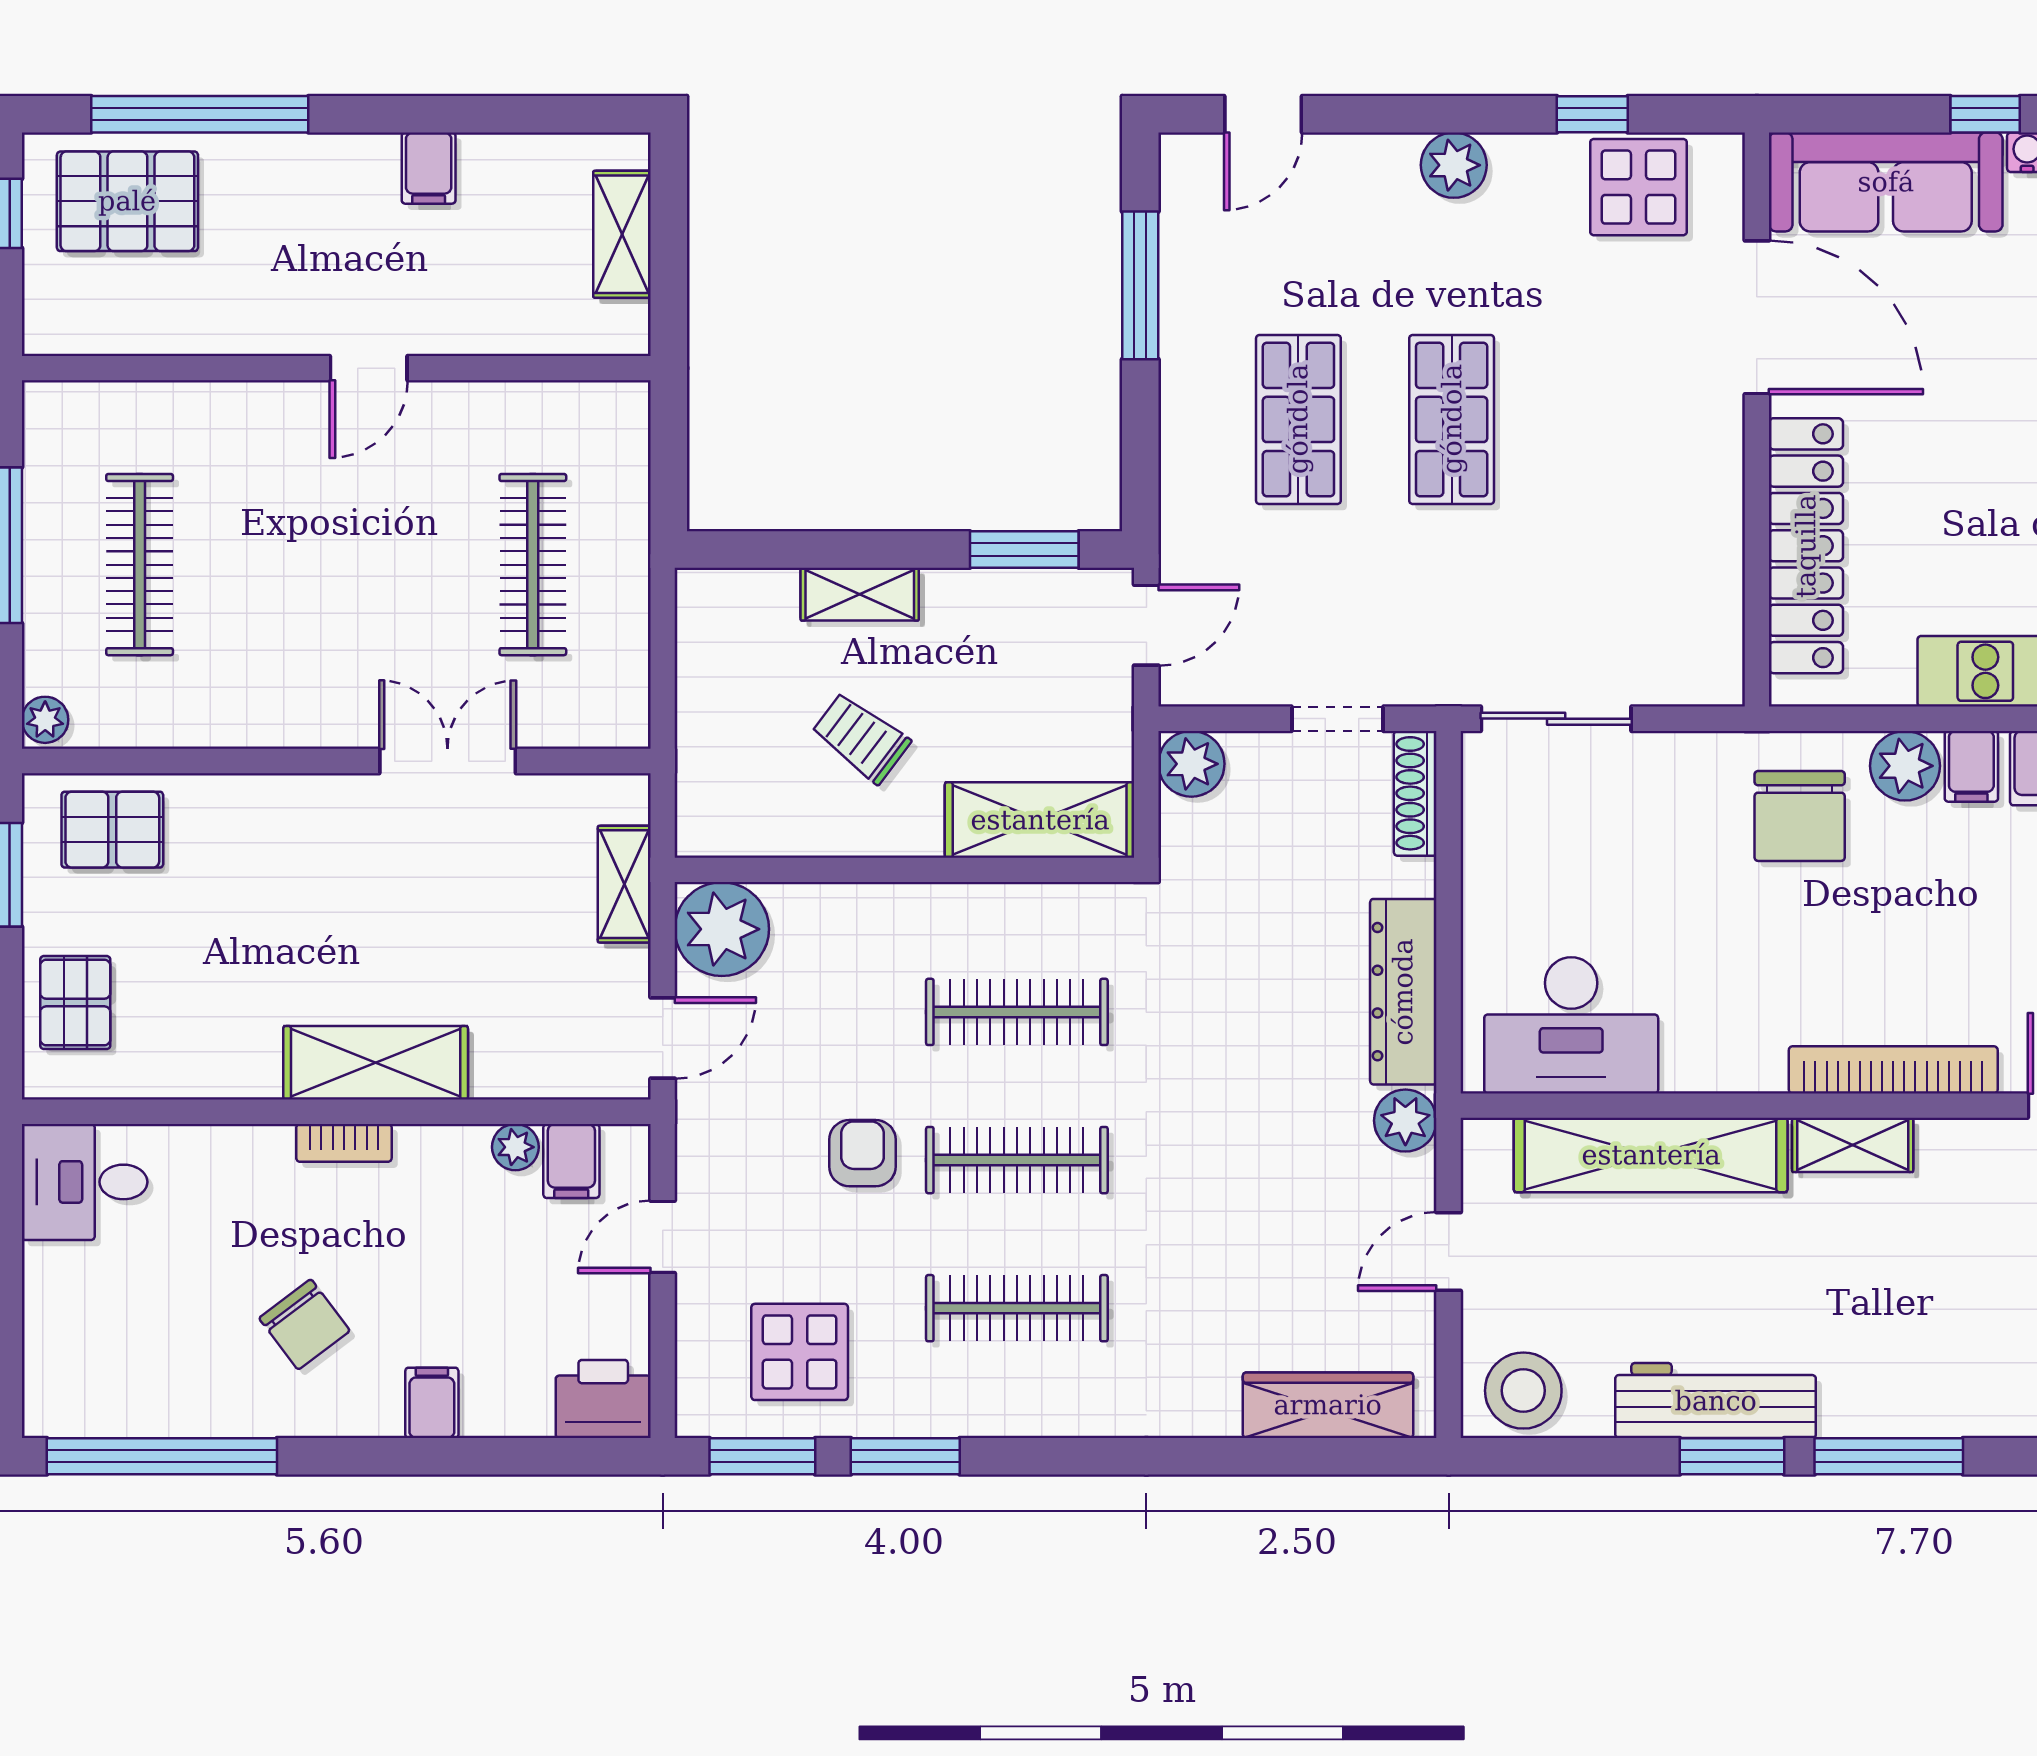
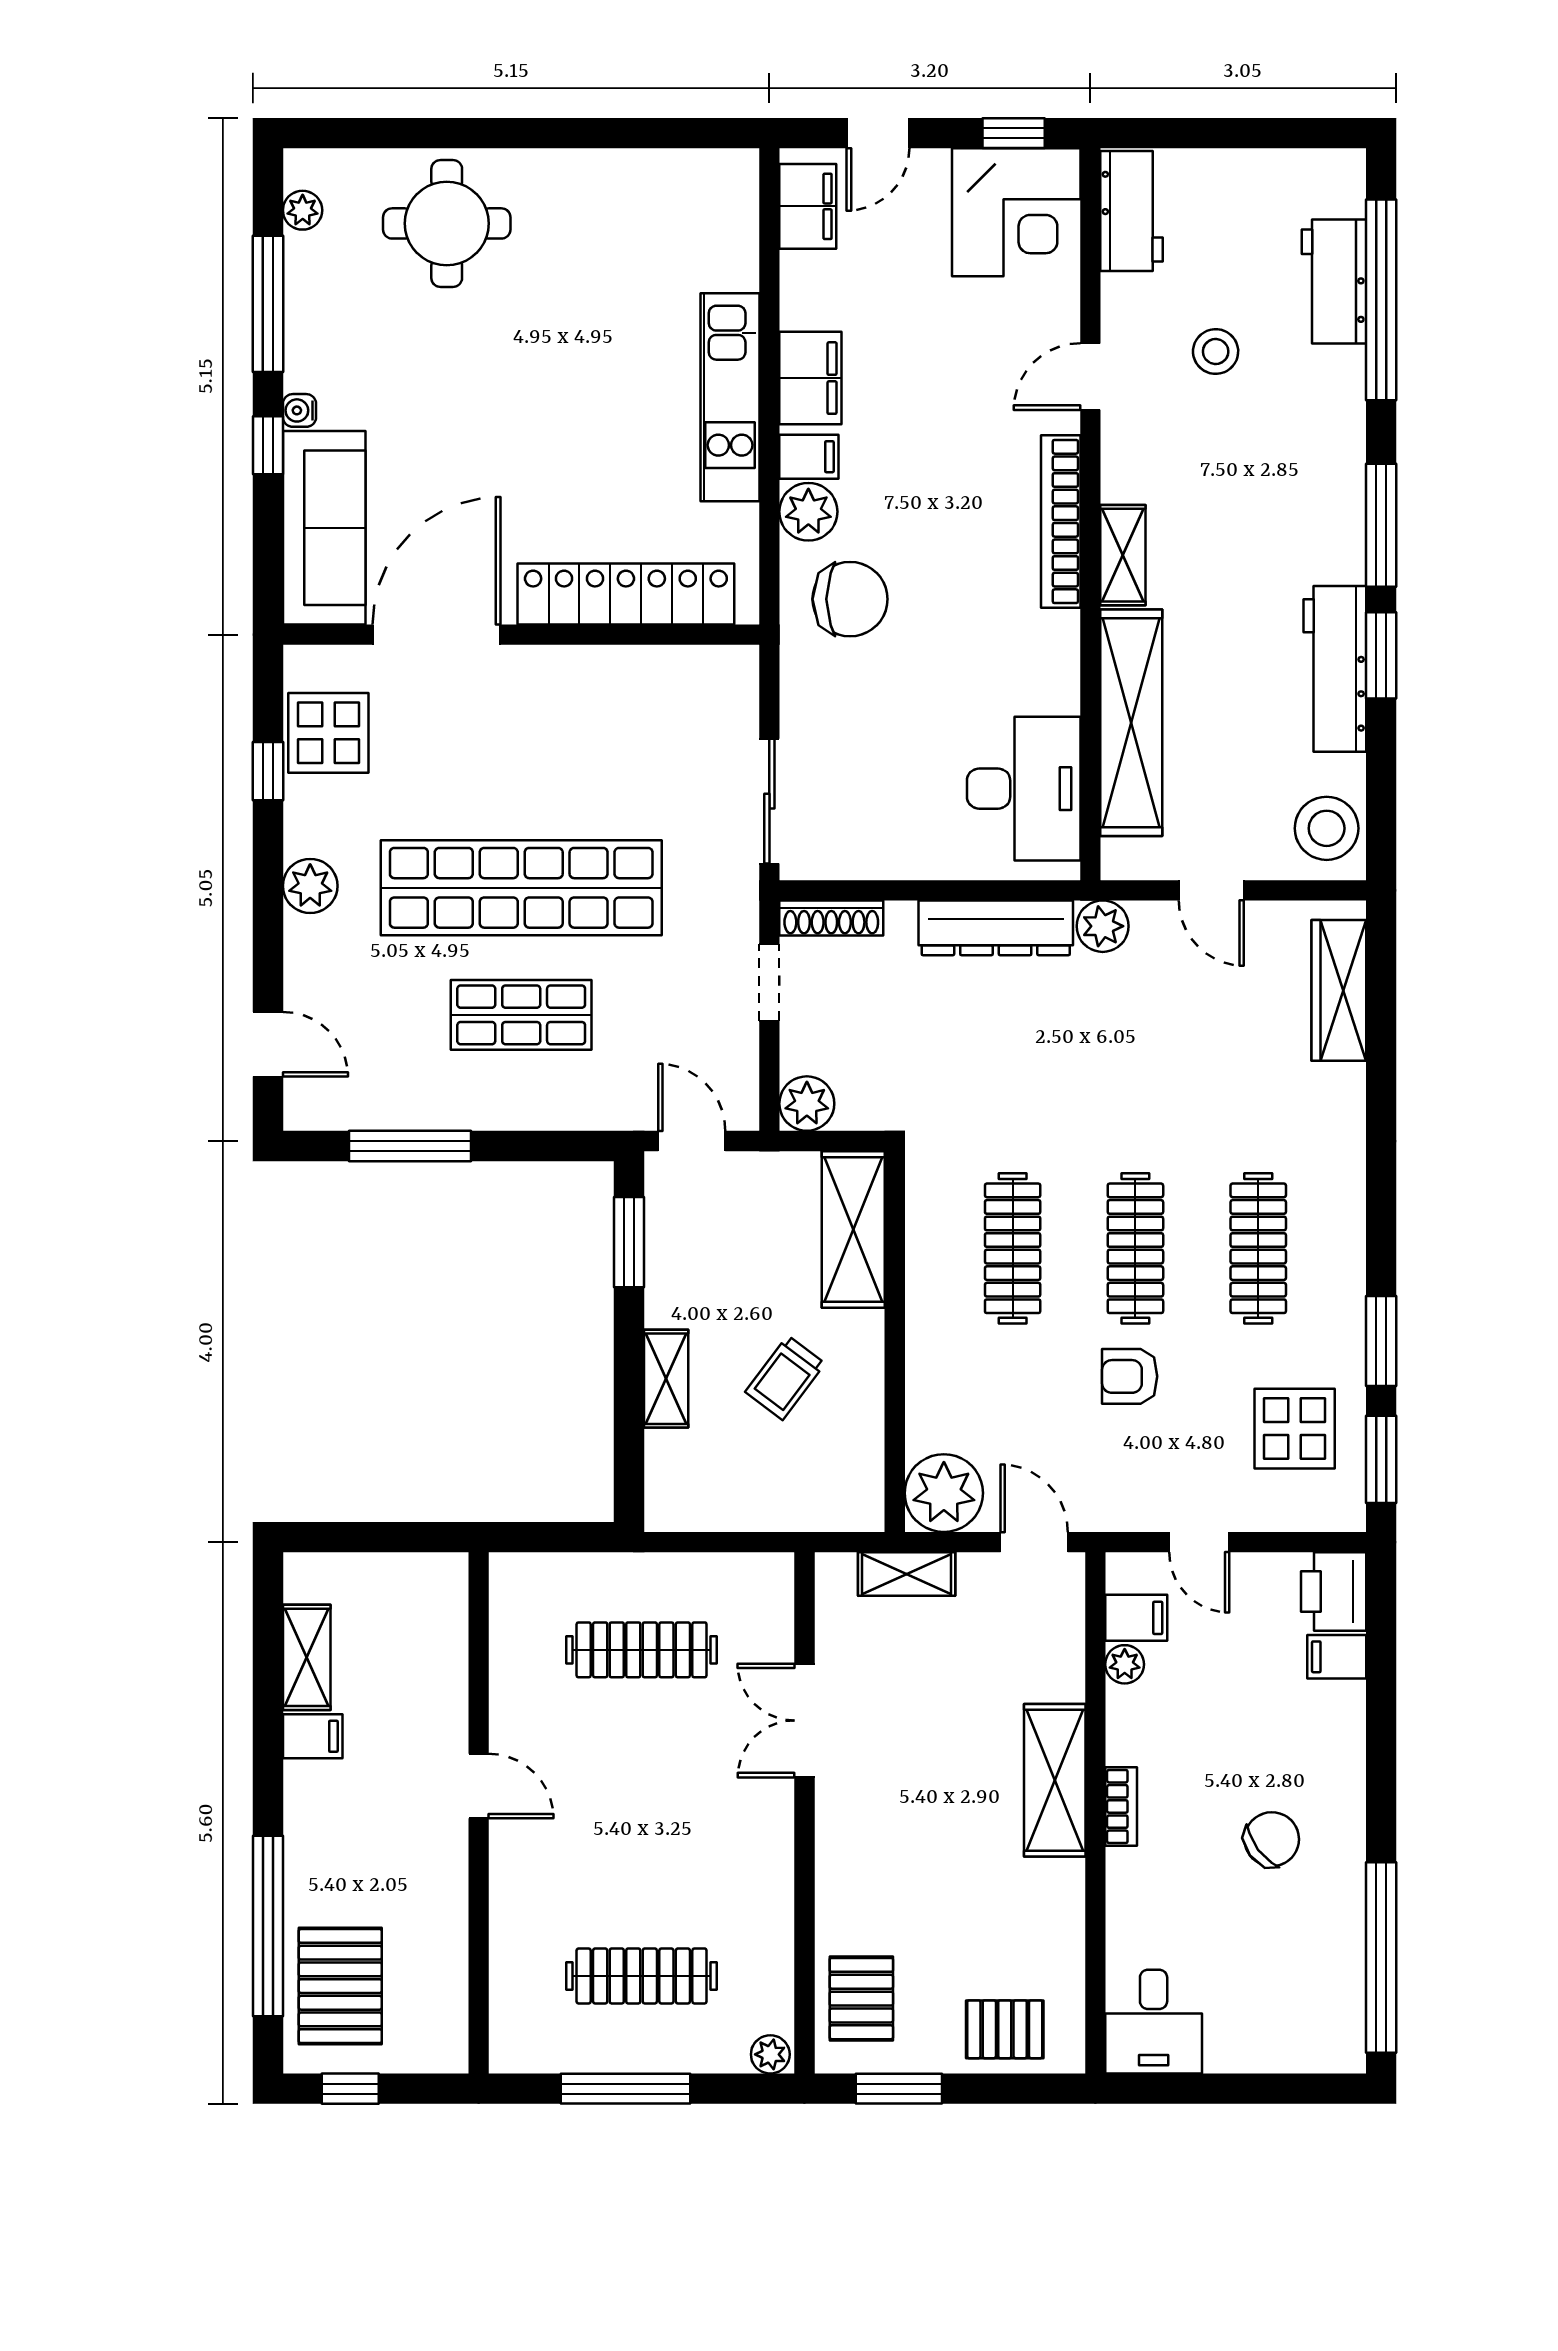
shelving: (622, 234) -> (307, 1657), moved, turned 90
shop shelf: (1452, 419) -> (521, 888), width x2.00, depth x1.36
filing cabinet: (432, 1403) -> (1337, 1657), moved

